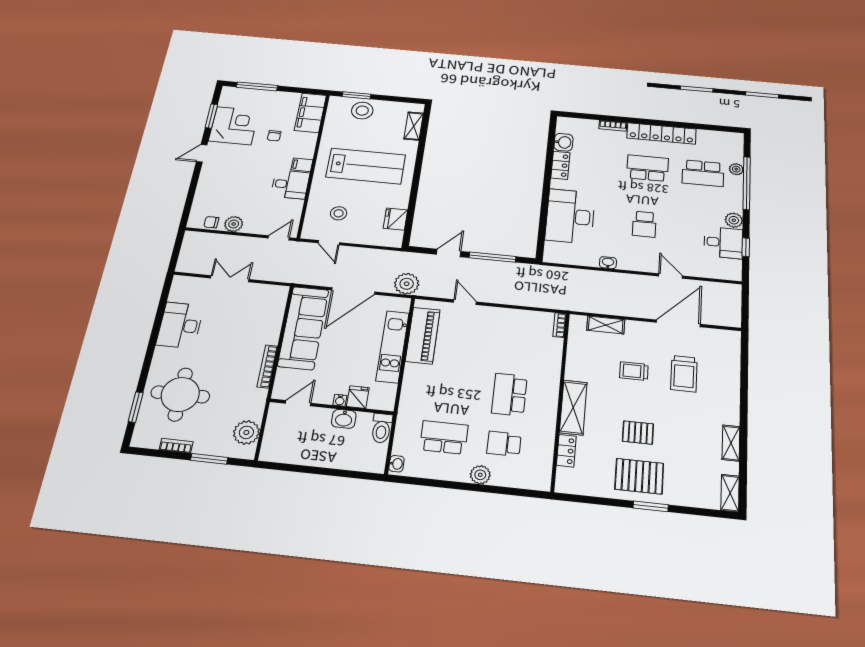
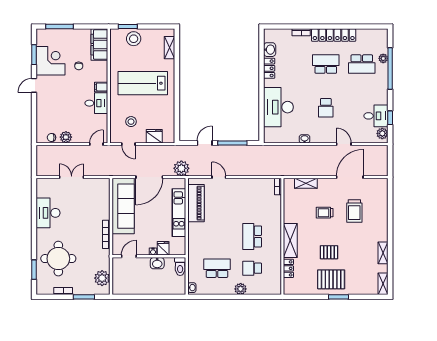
lab bench: (366, 166) -> (143, 83), turned 180
fridge: (396, 219) -> (154, 136), moved, turned 90
plant: (734, 220) -> (382, 133), moved

